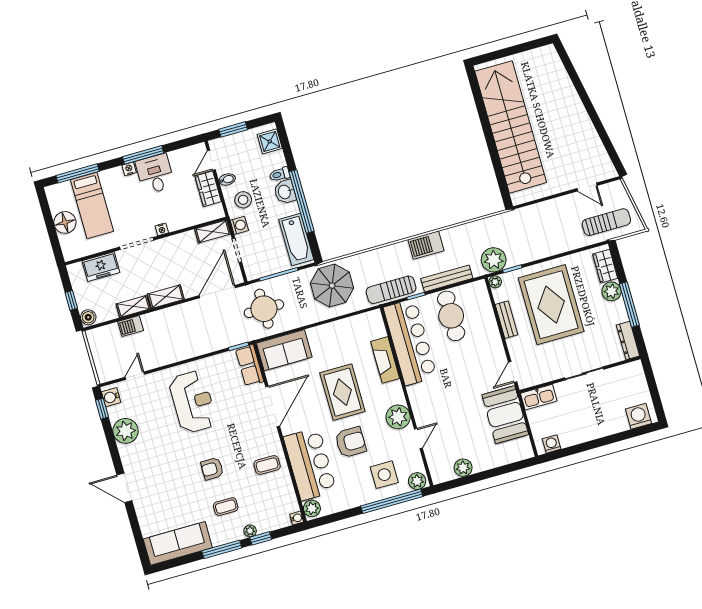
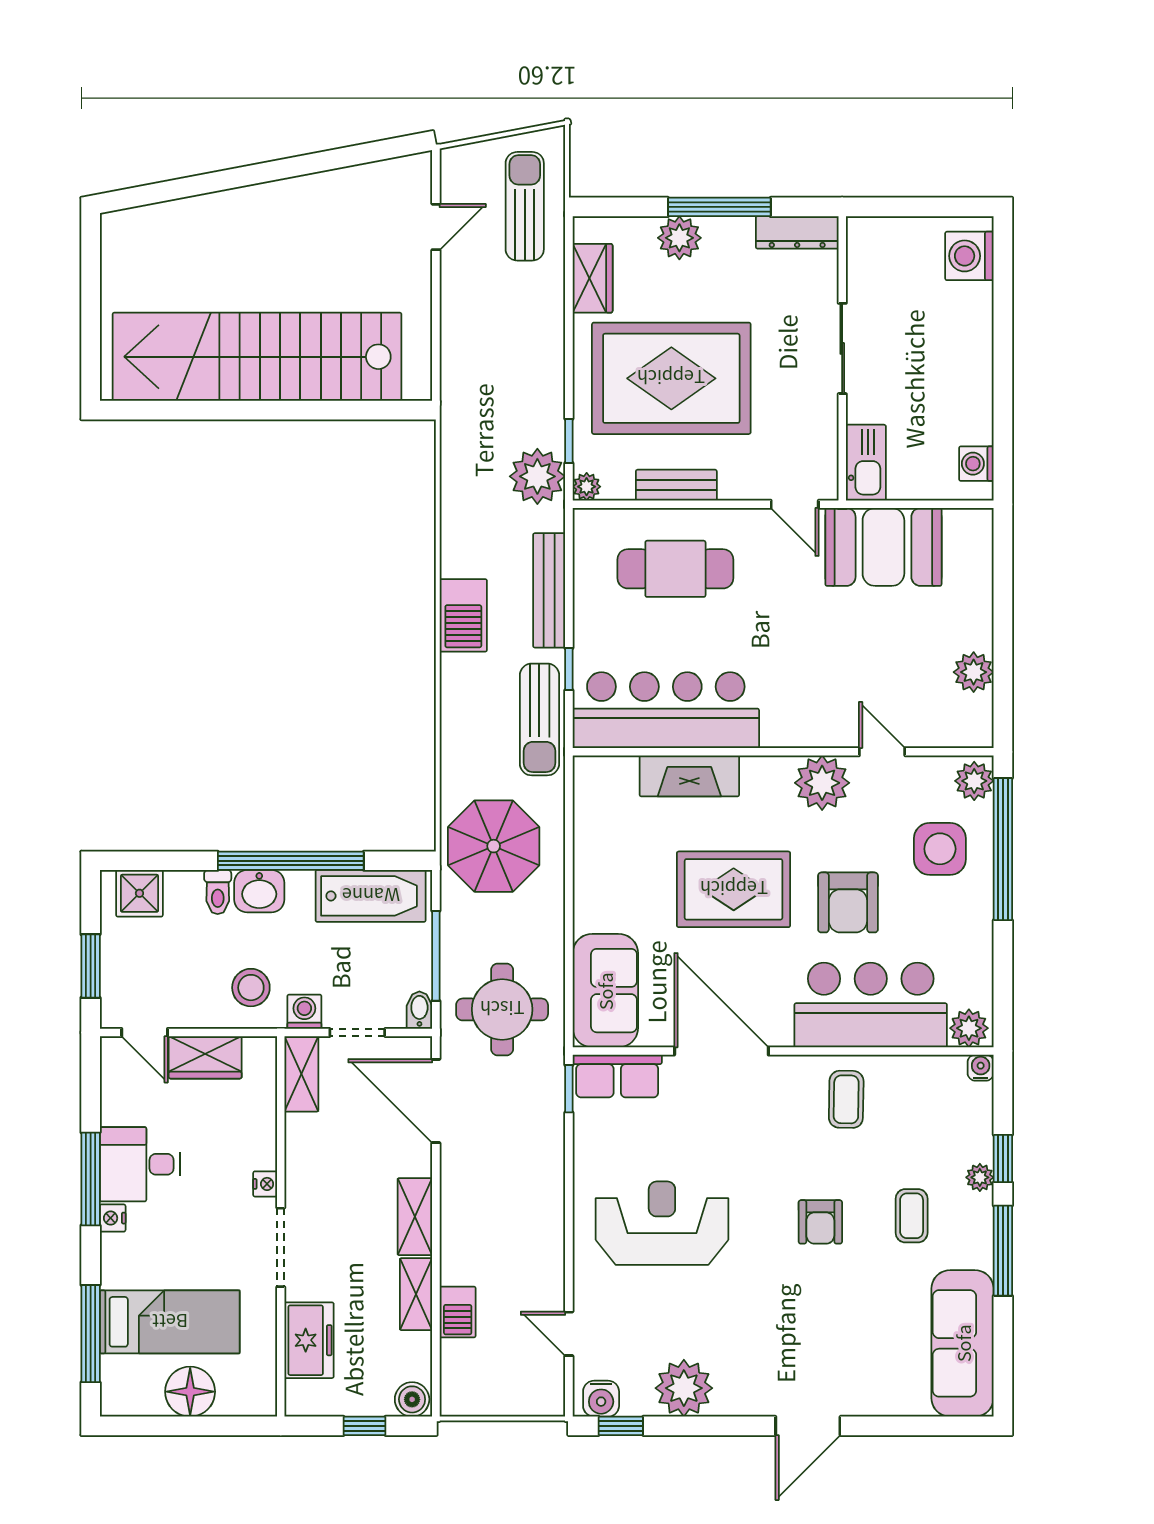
bidet: (227, 179) -> (419, 1010), moved
wardrobe: (605, 266) -> (593, 278), moved, turned -90
cafe table: (451, 316) -> (675, 569), moved
armchair: (351, 442) -> (848, 902), turned 180

